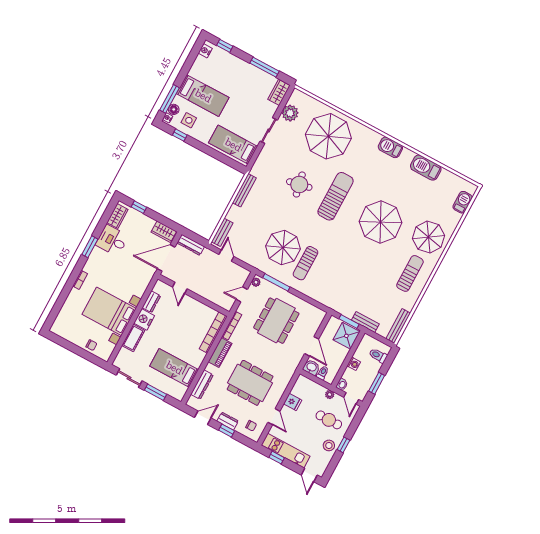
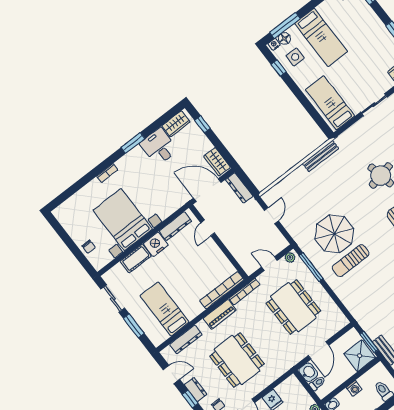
bench: (222, 232) -> (278, 190), removed
dresser: (151, 302) -> (175, 226), width x1.44
dining table: (276, 321) -> (293, 307), turned 90

